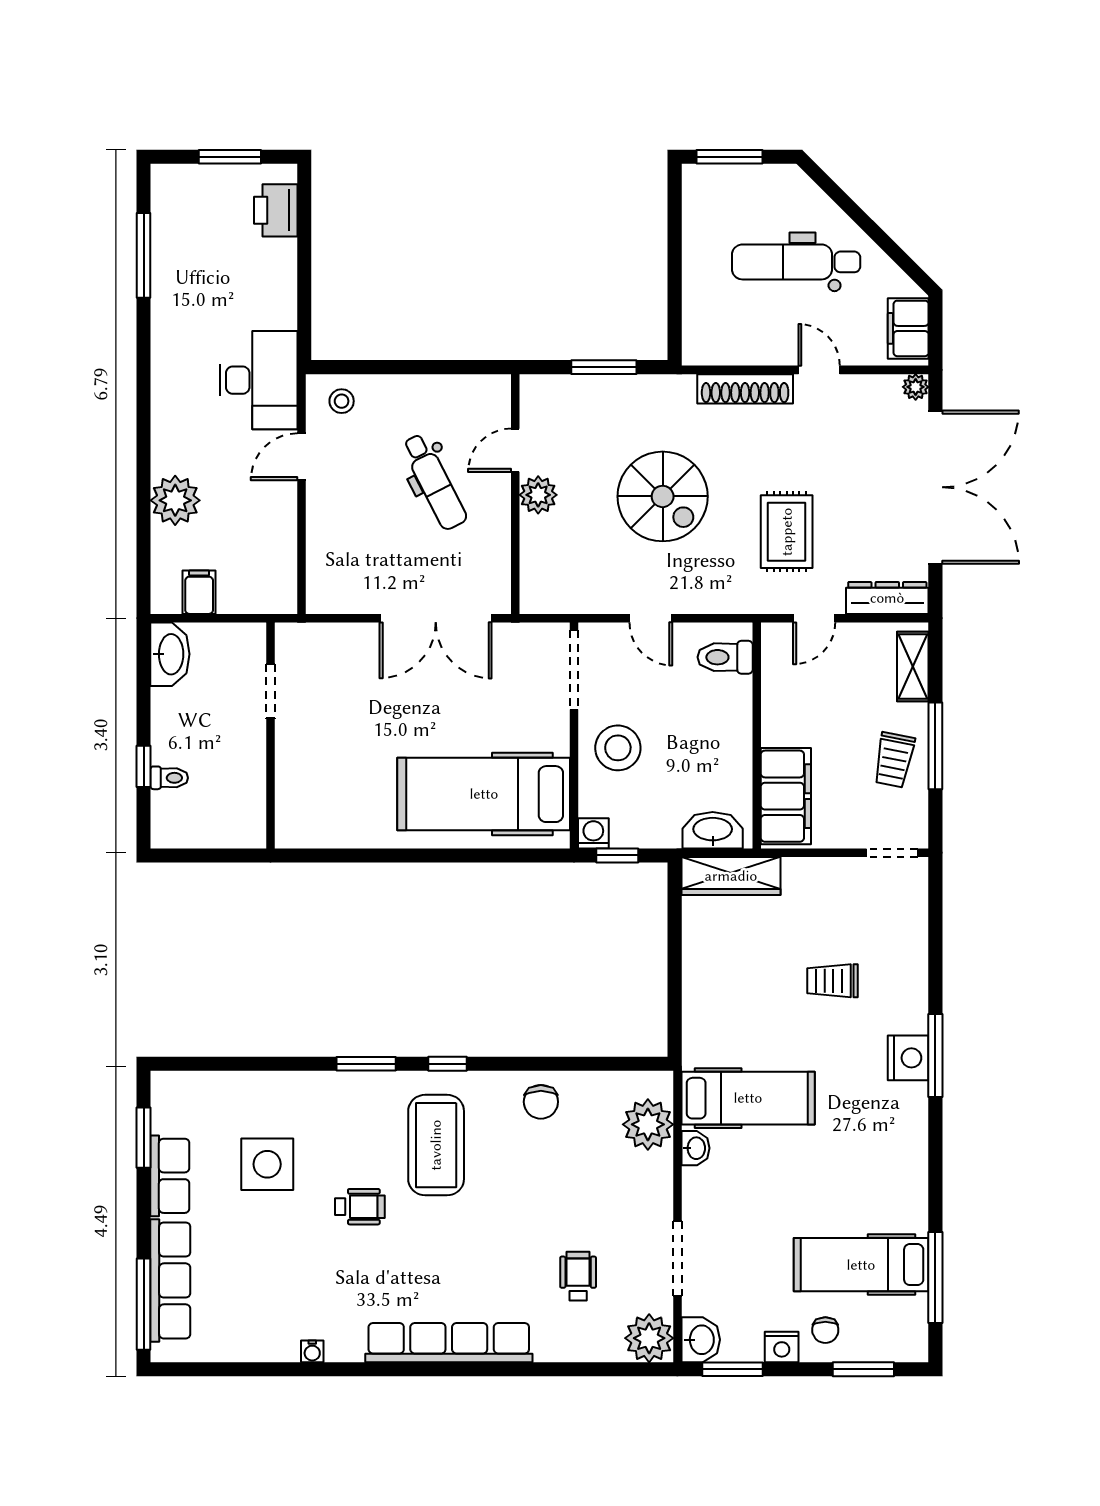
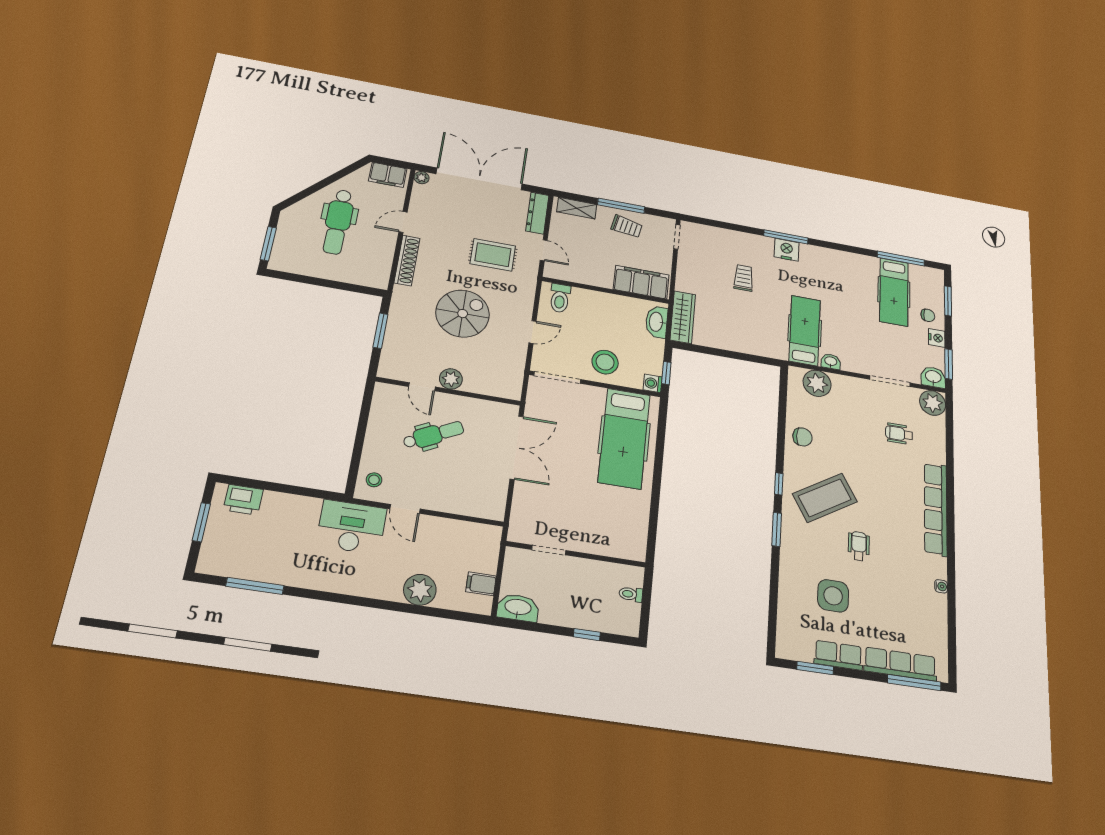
toilet: (169, 778) -> (631, 594), moved, turned -90
trolley: (832, 981) -> (744, 278), turned 180
coffee table: (436, 1145) -> (825, 498), turned -31

